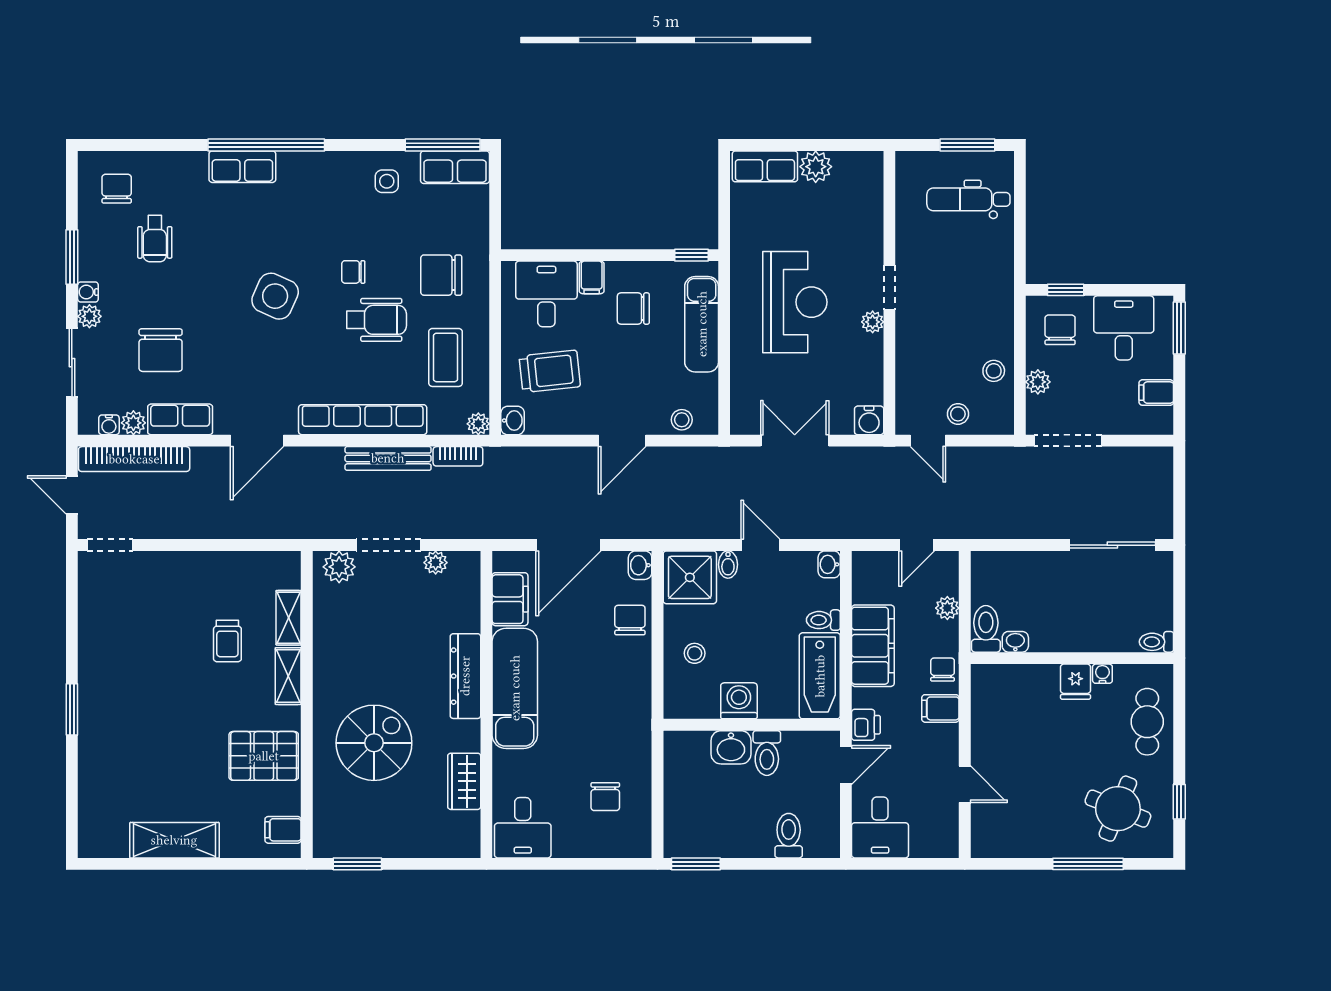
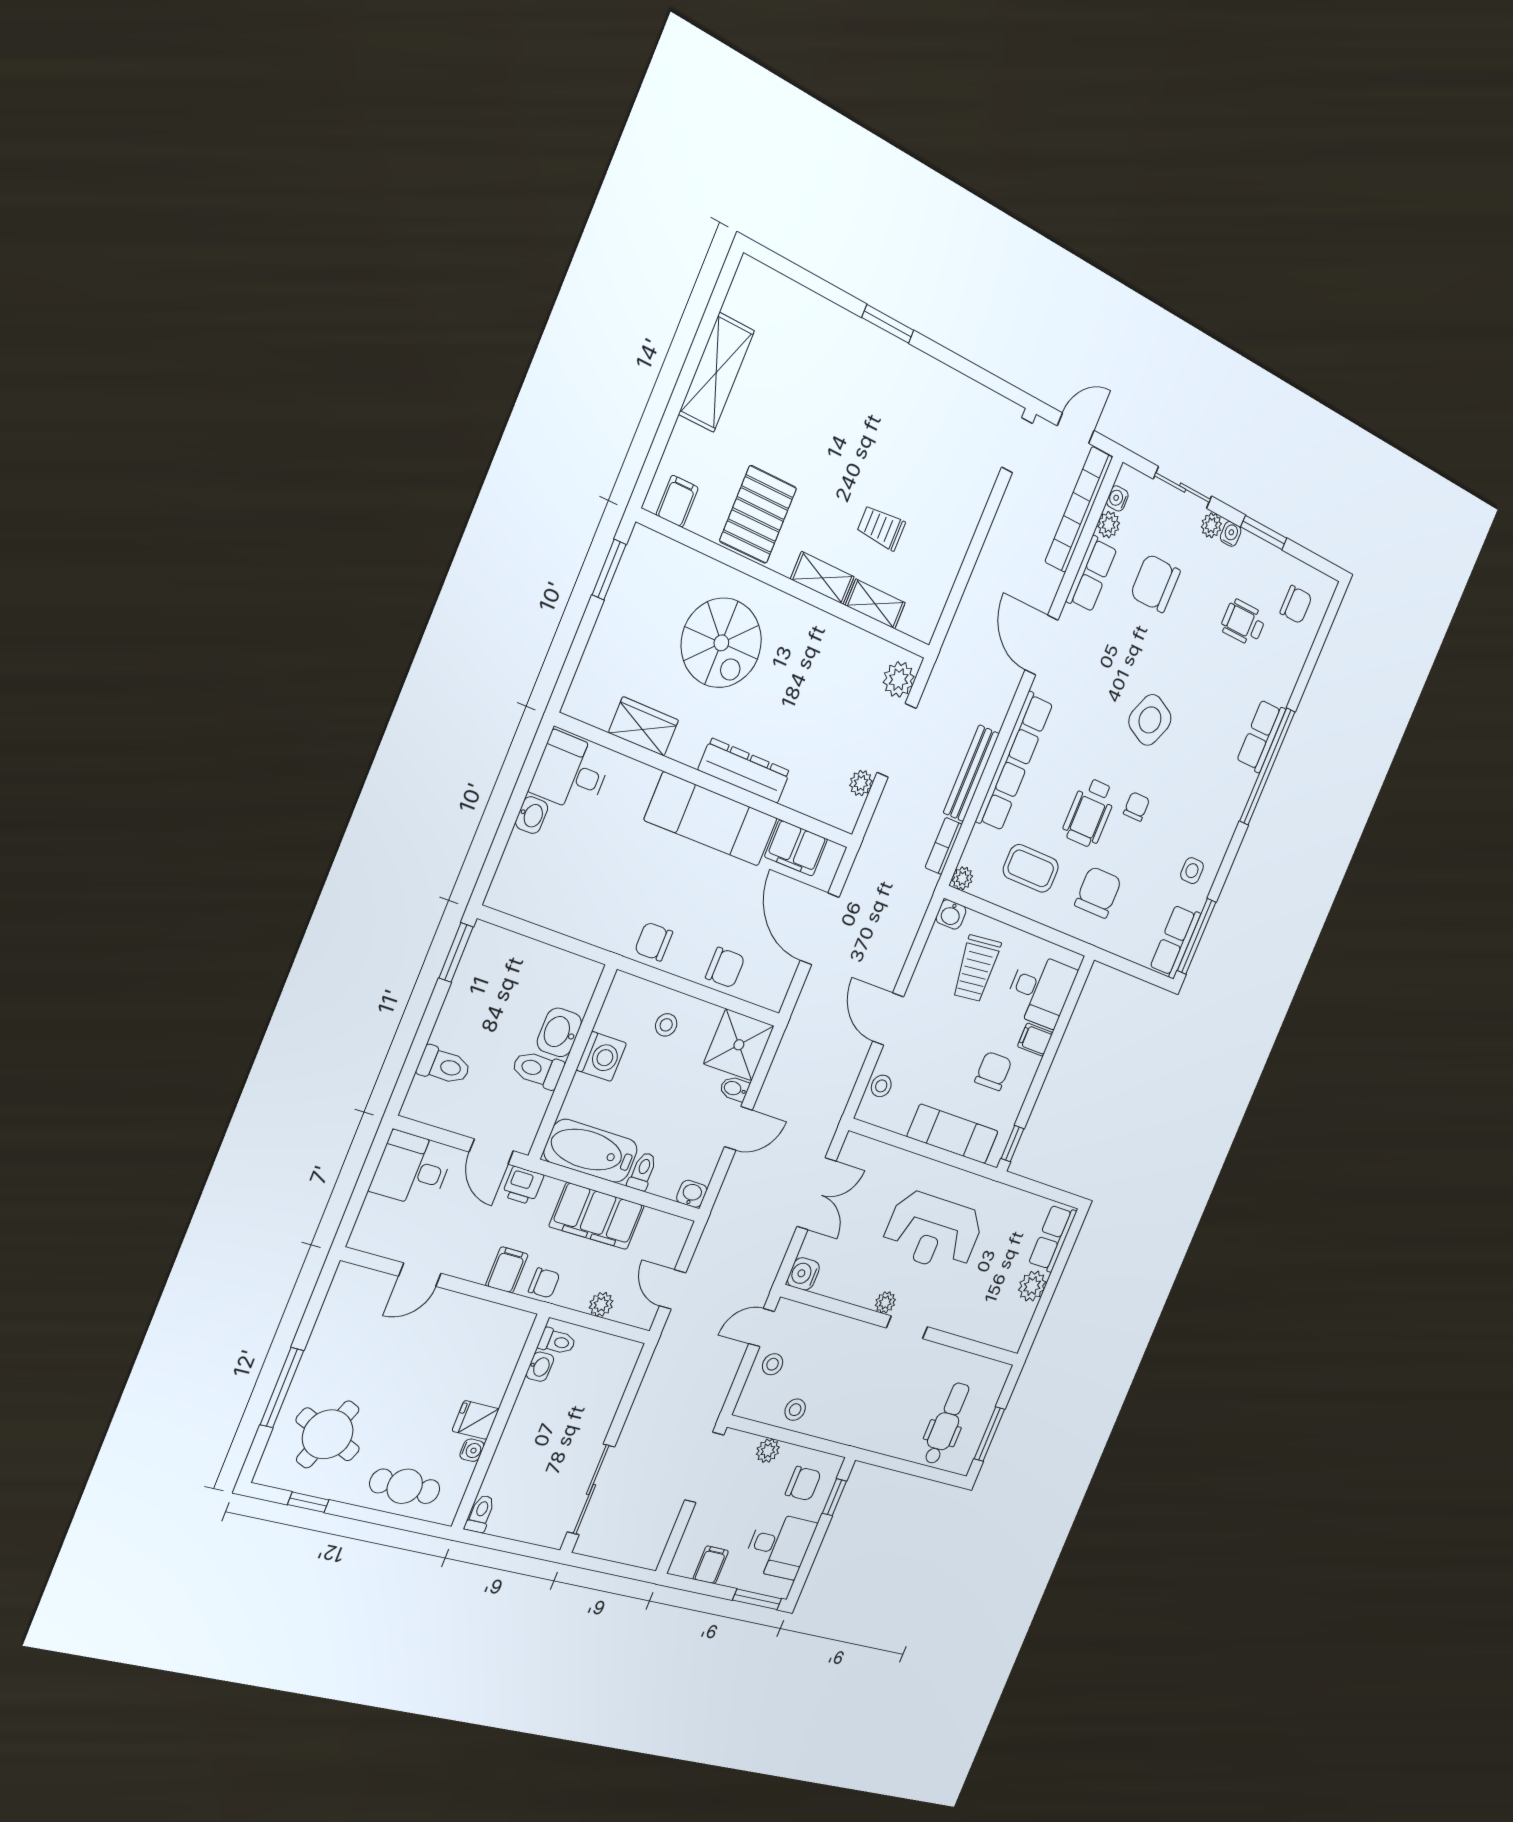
washbasin: (640, 565) -> (532, 815), moved, turned 90
toilet: (986, 629) -> (557, 1341), width x0.73, depth x0.72
chair: (605, 797) -> (654, 942), moved

